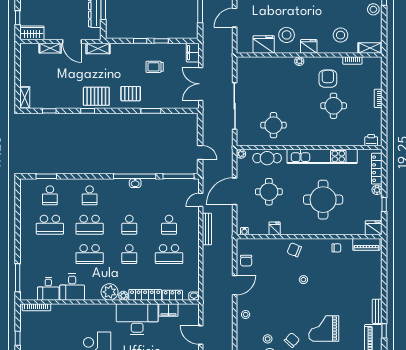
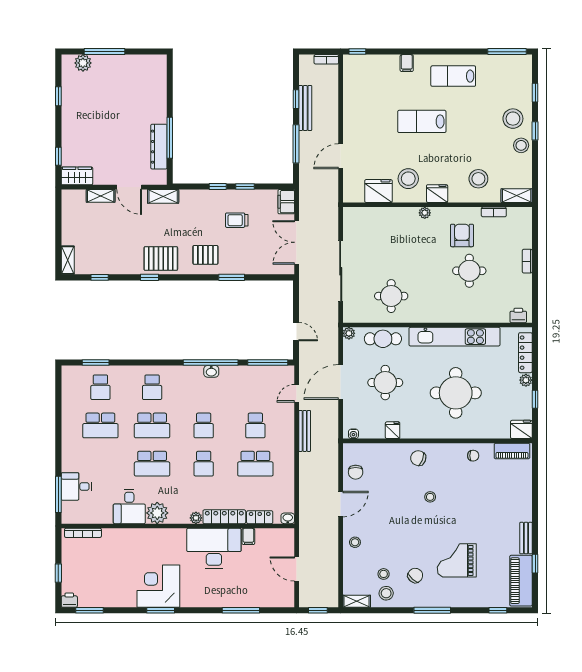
desk: (48, 289) -> (76, 486), moved, turned 90
plant: (110, 292) -> (157, 513), moved
filing cabinet: (168, 310) -> (248, 536), width x0.50

